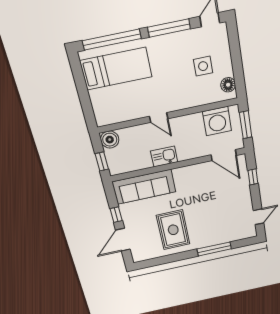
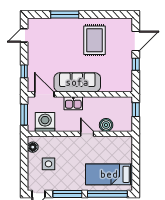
boiler: (110, 140) -> (106, 125), moved
kitchen sink: (164, 156) -> (73, 103), moved
sofa: (144, 187) -> (77, 82), moved

